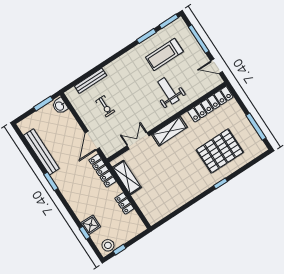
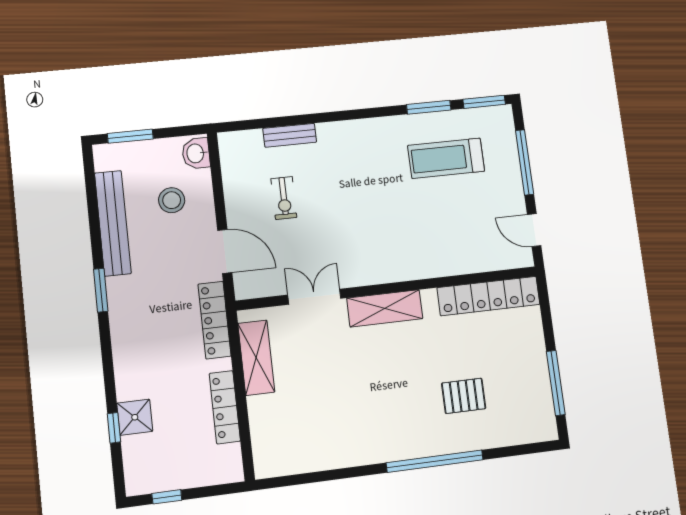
bench: (91, 81) -> (290, 135), width x0.73
weight bench: (168, 91) -> (420, 230), removed
window: (43, 104) -> (130, 136), moved
door: (92, 141) -> (225, 251), swing flipped
pallet: (220, 151) -> (464, 396), width x0.49, depth x0.50
window: (221, 184) -> (435, 461), width x3.17
locker: (124, 203) -> (225, 407), width x1.53
stool: (108, 245) -> (172, 200), moved

